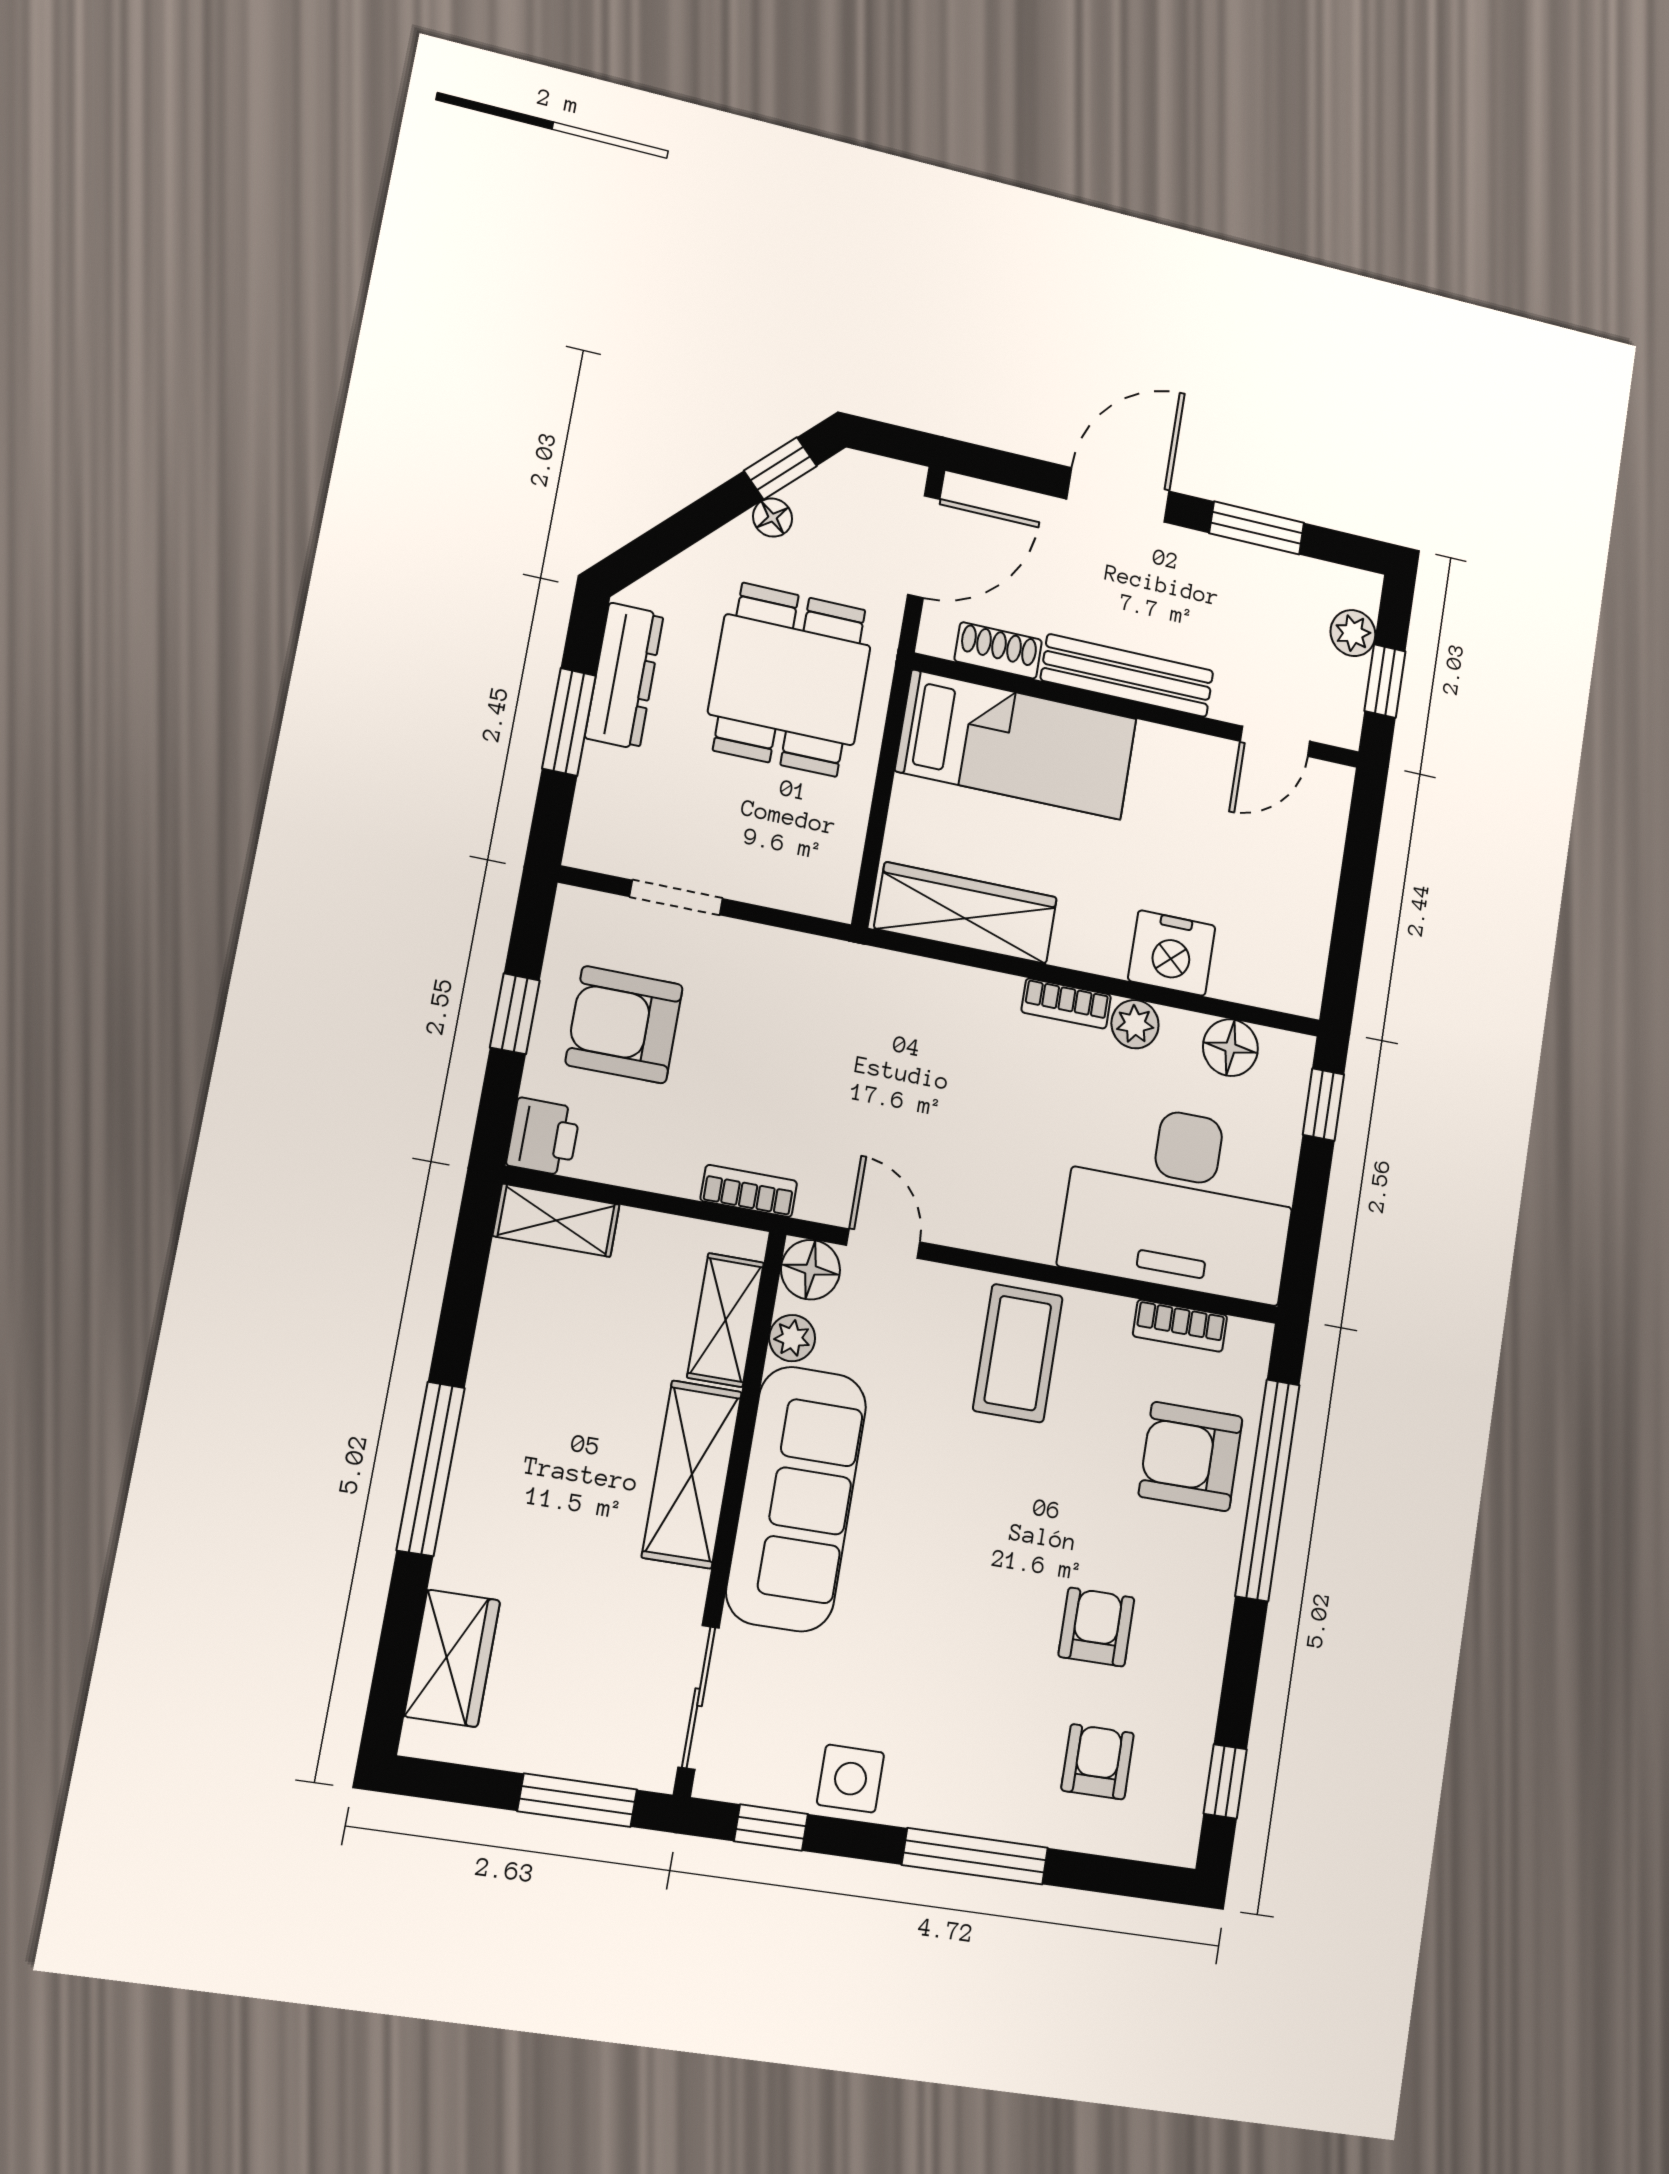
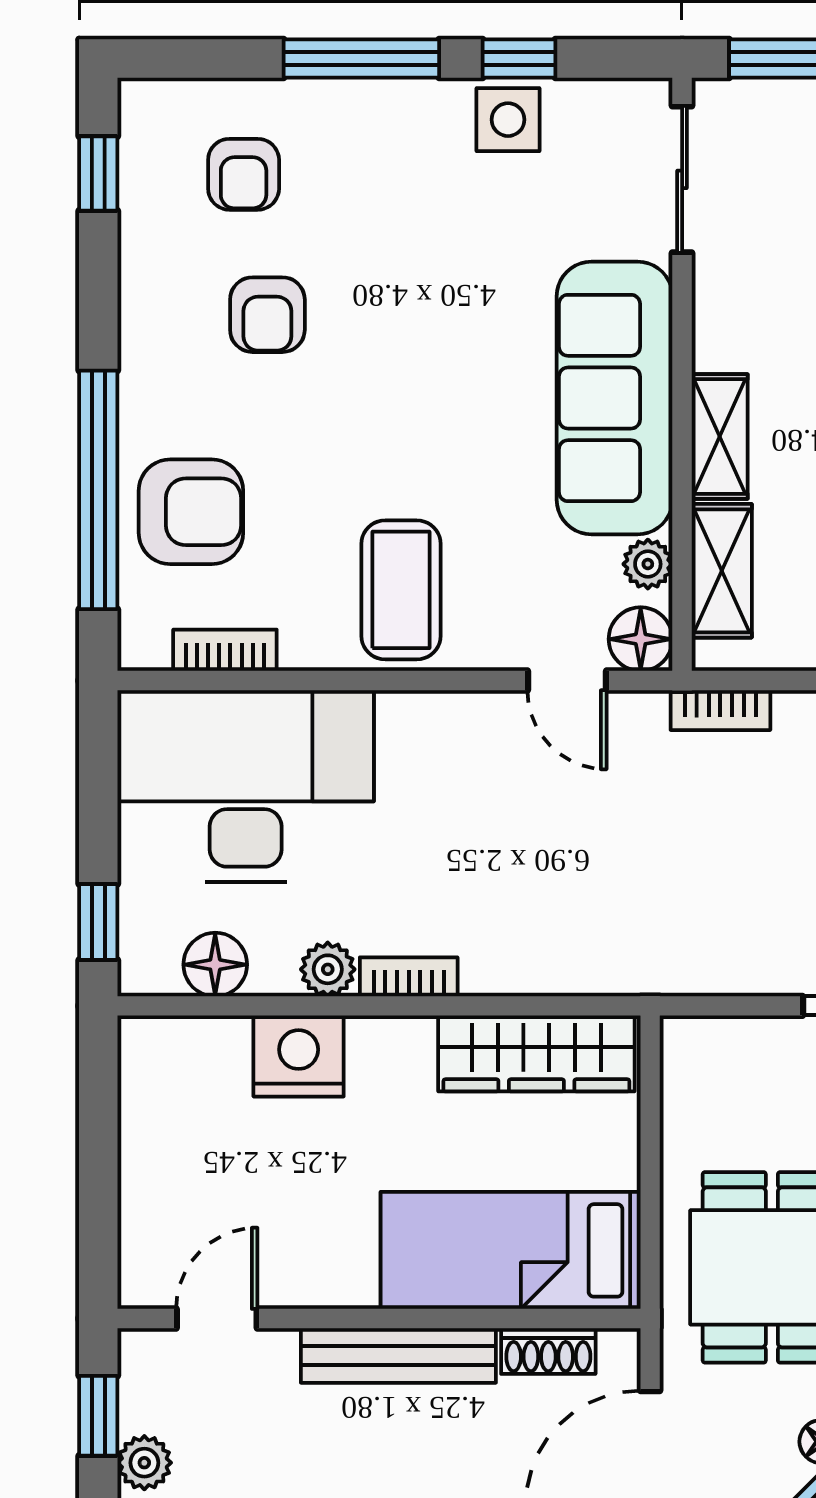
shelving: (692, 1474) -> (720, 436), width x0.67, depth x0.75
window: (771, 1828) -> (519, 59), moved

